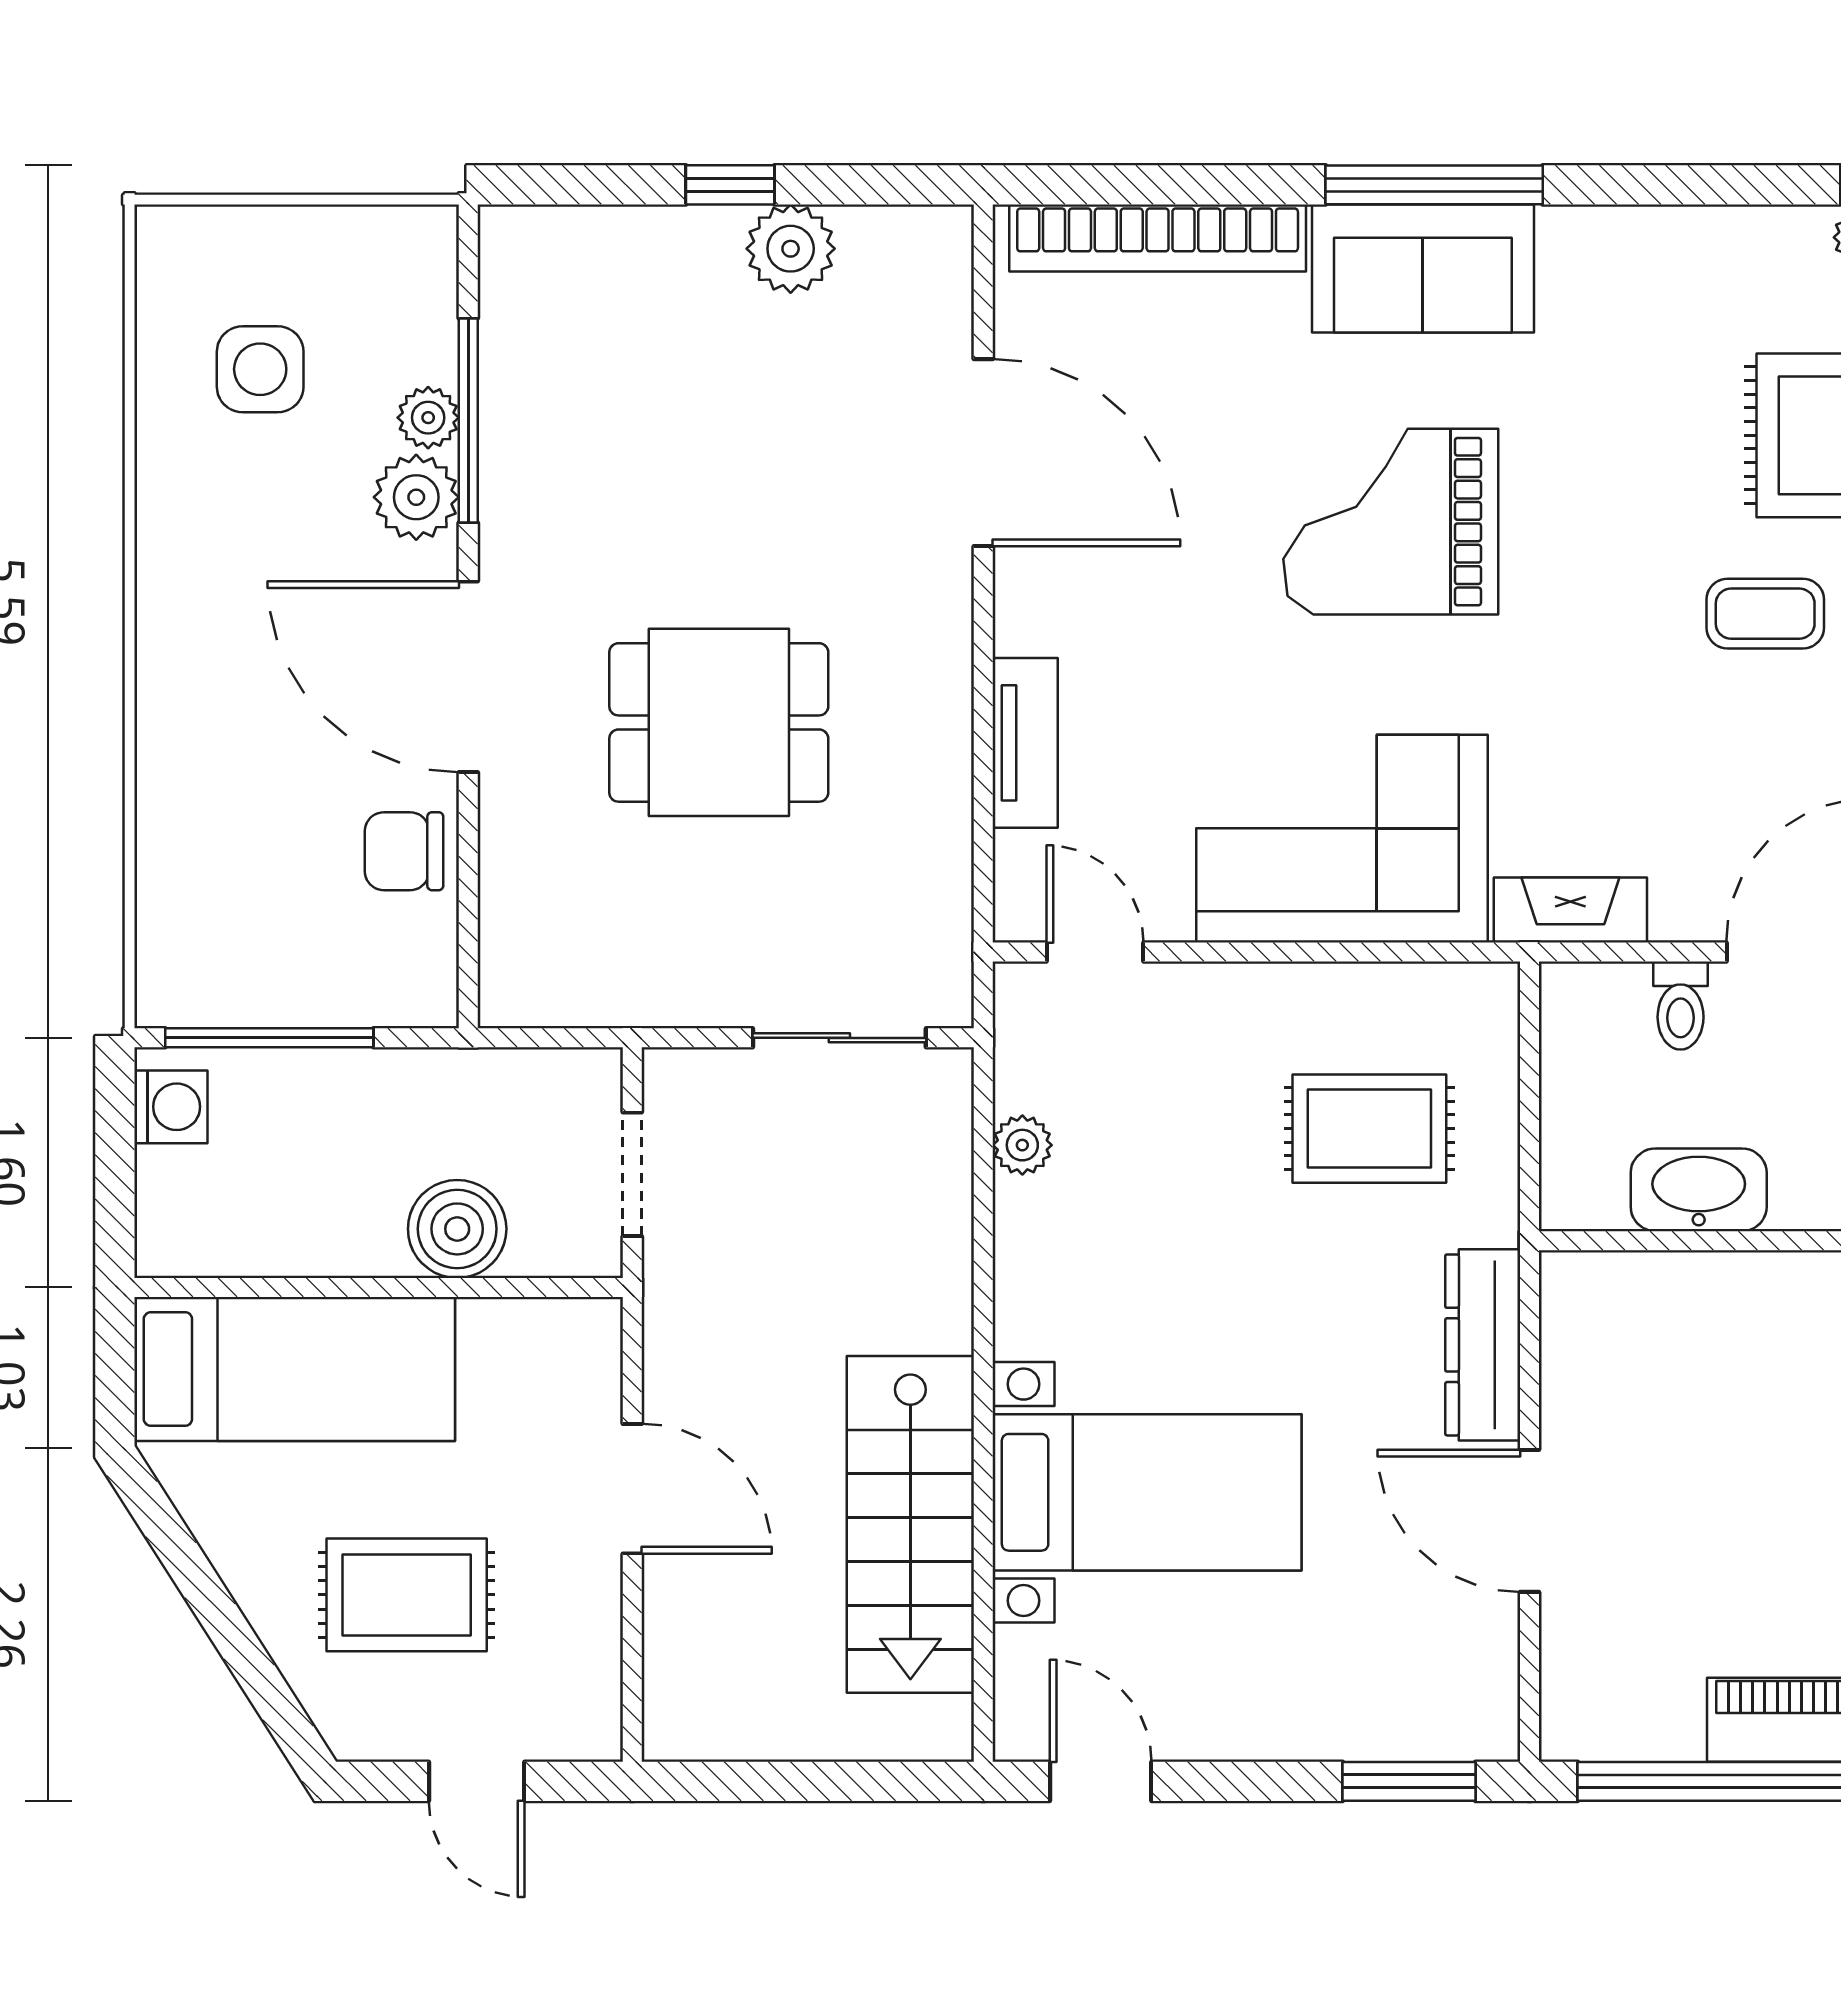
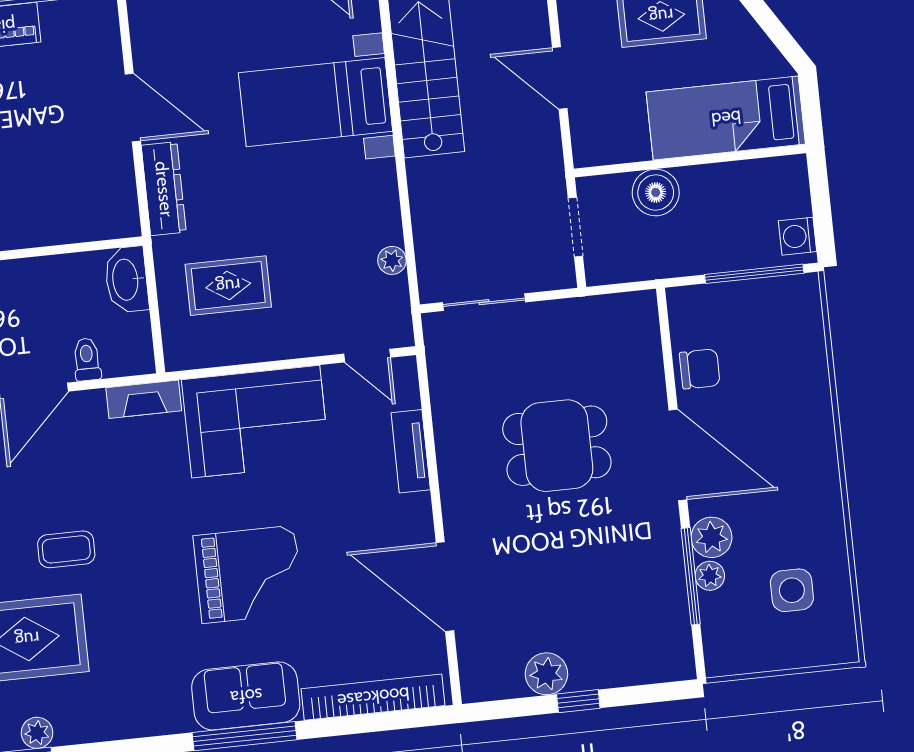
washbasin: (1699, 1190) -> (126, 280), moved, turned 90

